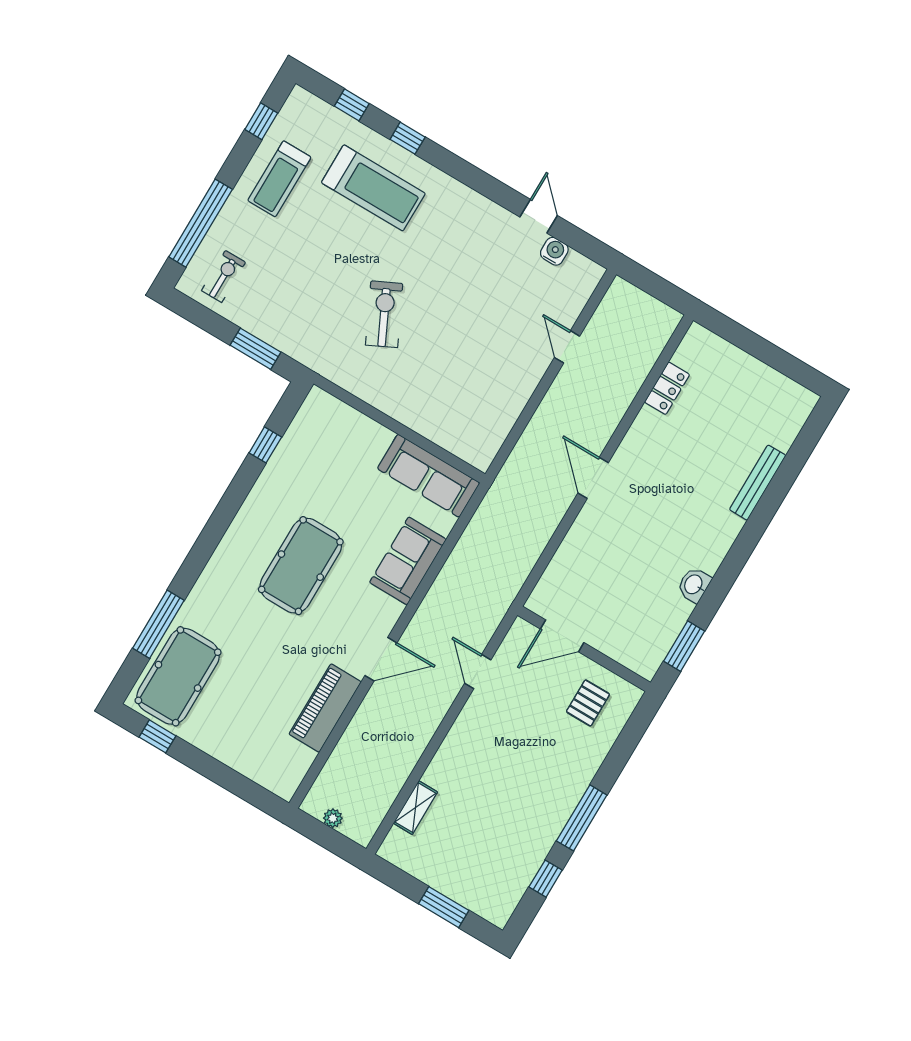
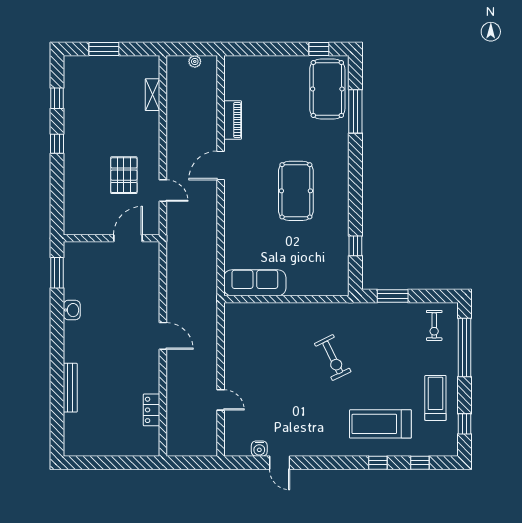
sofa: (408, 561) -> (238, 229), removed
pallet: (588, 703) -> (124, 175), moved, width x1.50, depth x1.42
piano: (325, 708) -> (233, 120), width x0.73, depth x0.75
window: (582, 818) -> (57, 144), width x0.46

